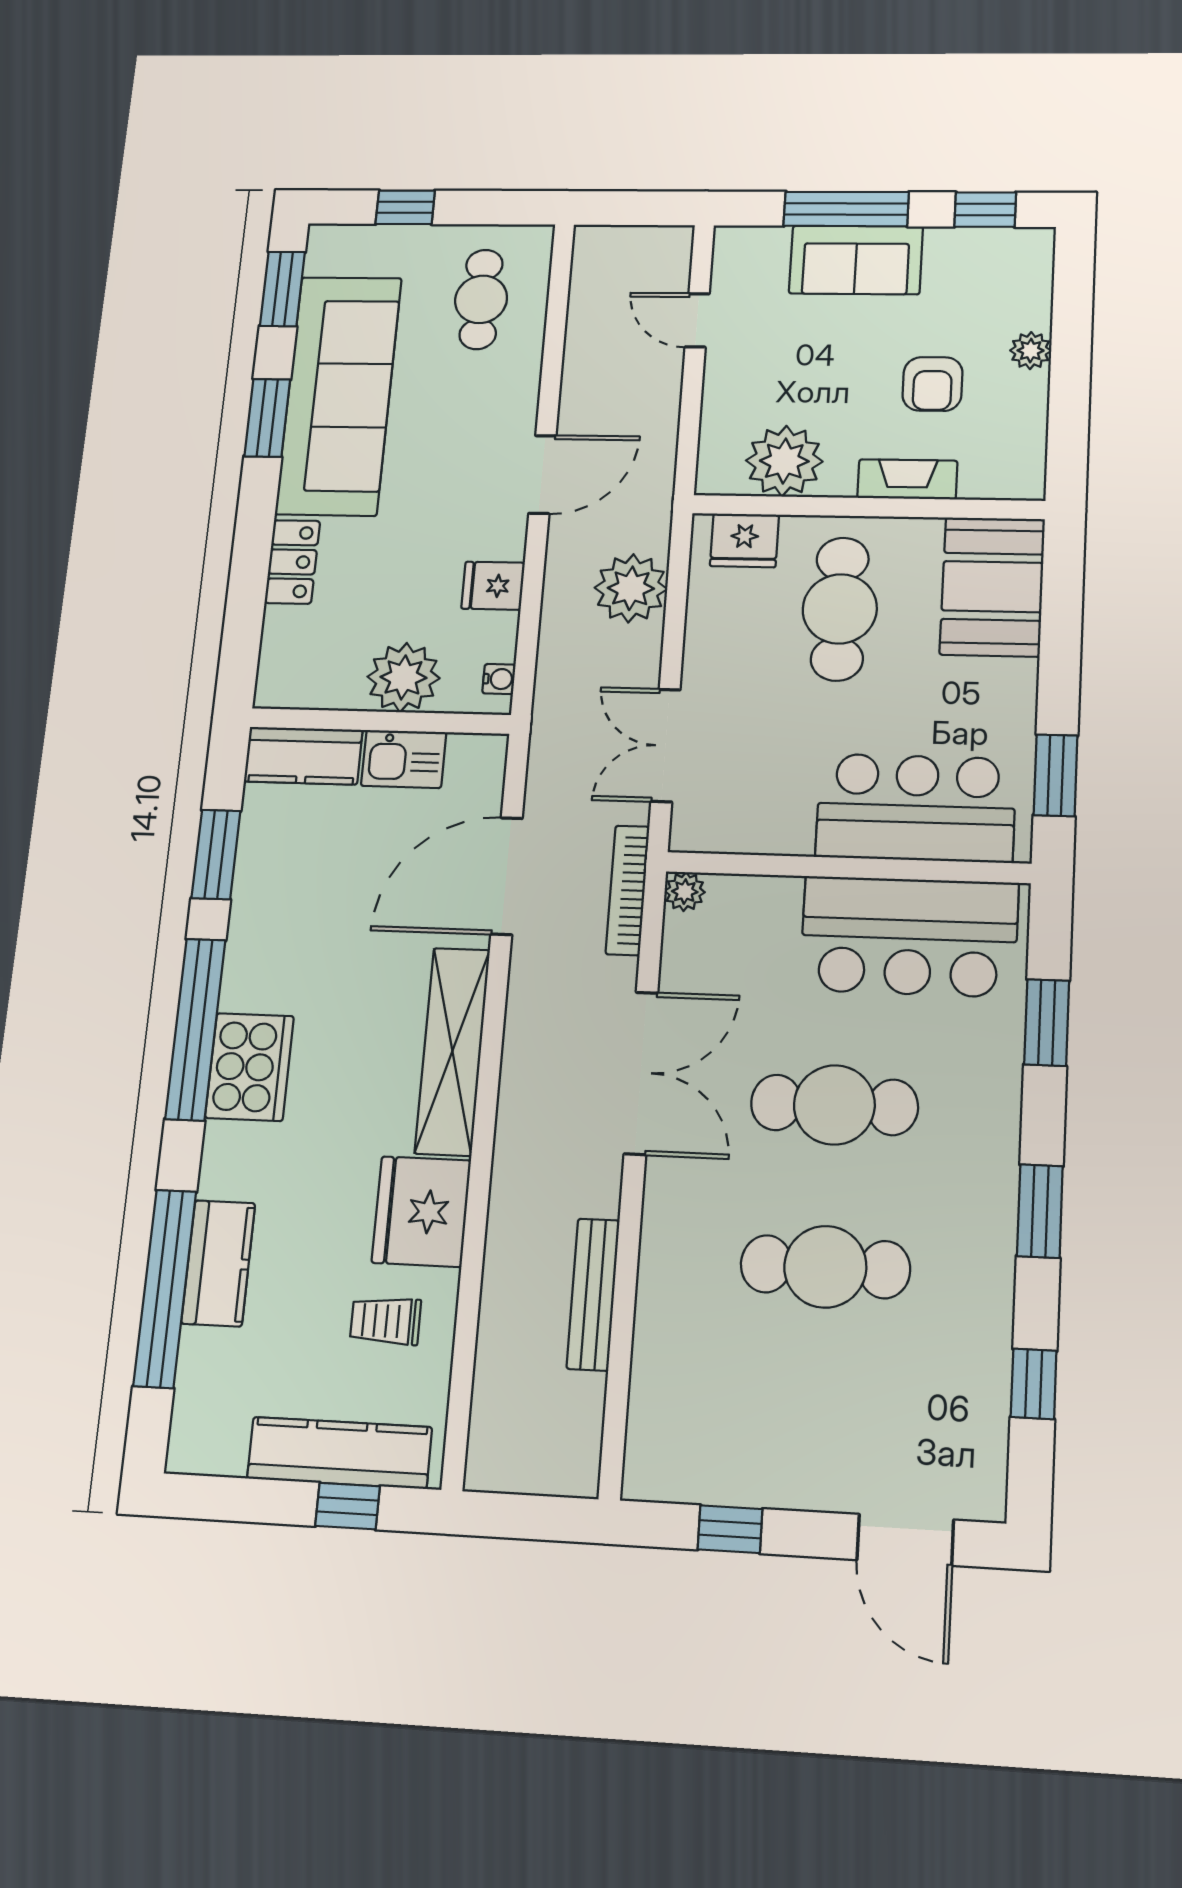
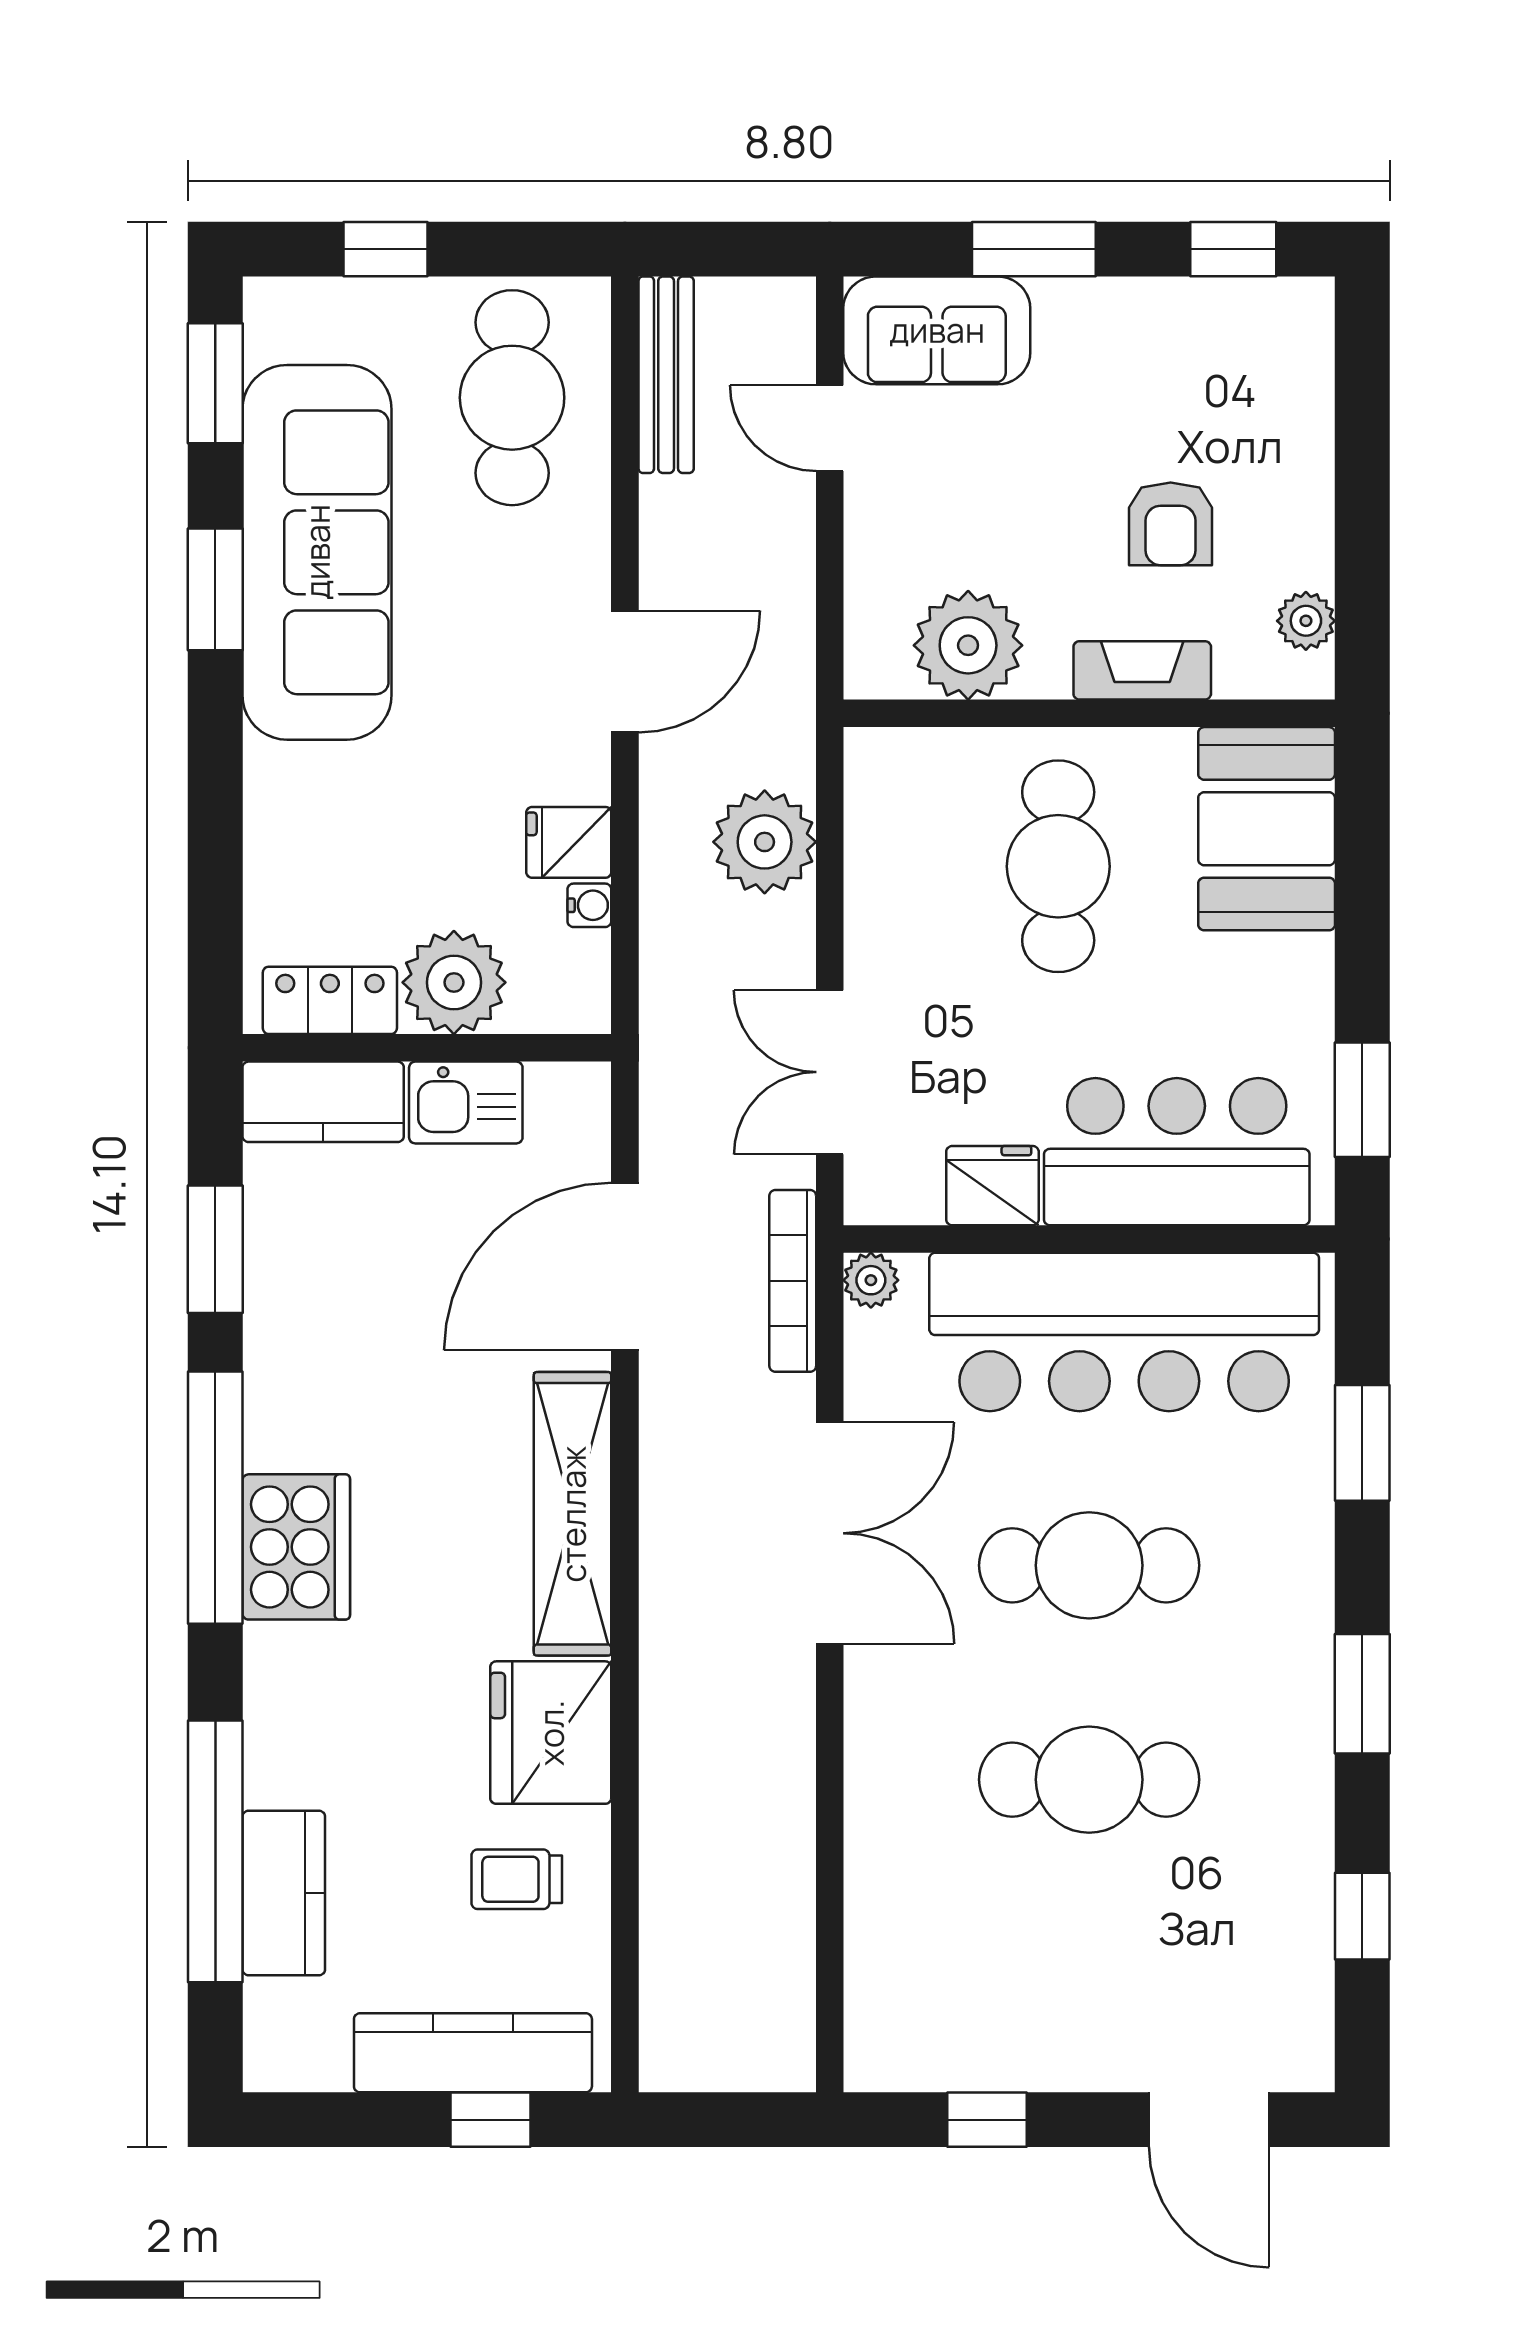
window: (846, 209) -> (1034, 249), width x0.69
sofa: (856, 260) -> (937, 330), moved
cafe table: (481, 299) -> (512, 398), width x1.37, depth x1.35
plant: (1031, 351) -> (1306, 621), moved
fridge: (744, 540) -> (992, 1186), moved, turned 180
locker: (292, 562) -> (330, 1000), moved, turned -90
water cooler: (499, 679) -> (589, 905), moved
bar counter: (909, 936) -> (1124, 1332), width x1.36
kitchen counter: (218, 1263) -> (284, 1893), moved
bench: (593, 1294) -> (666, 375), moved

